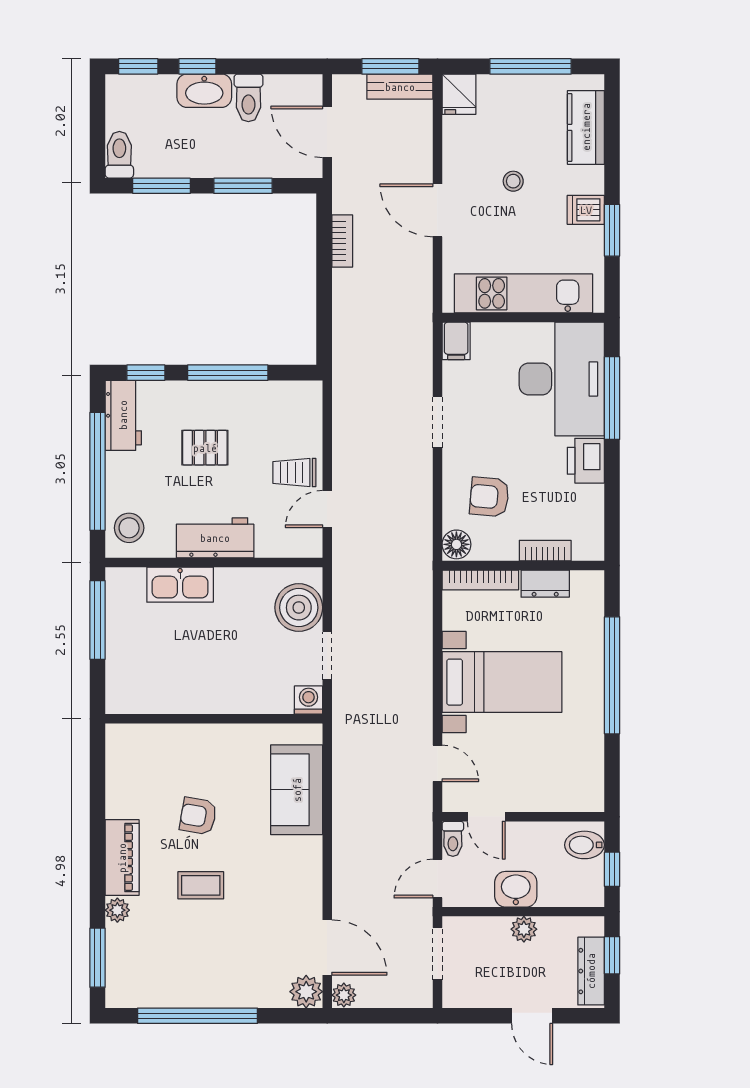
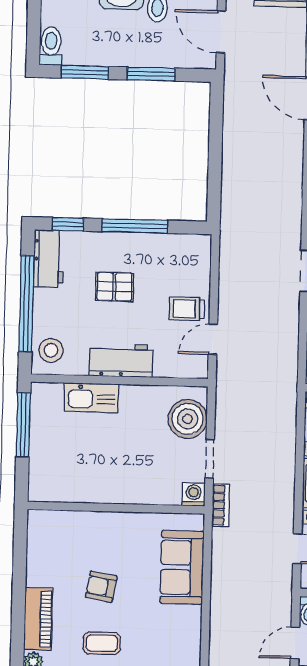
bookcase: (342, 241) -> (221, 505), moved

